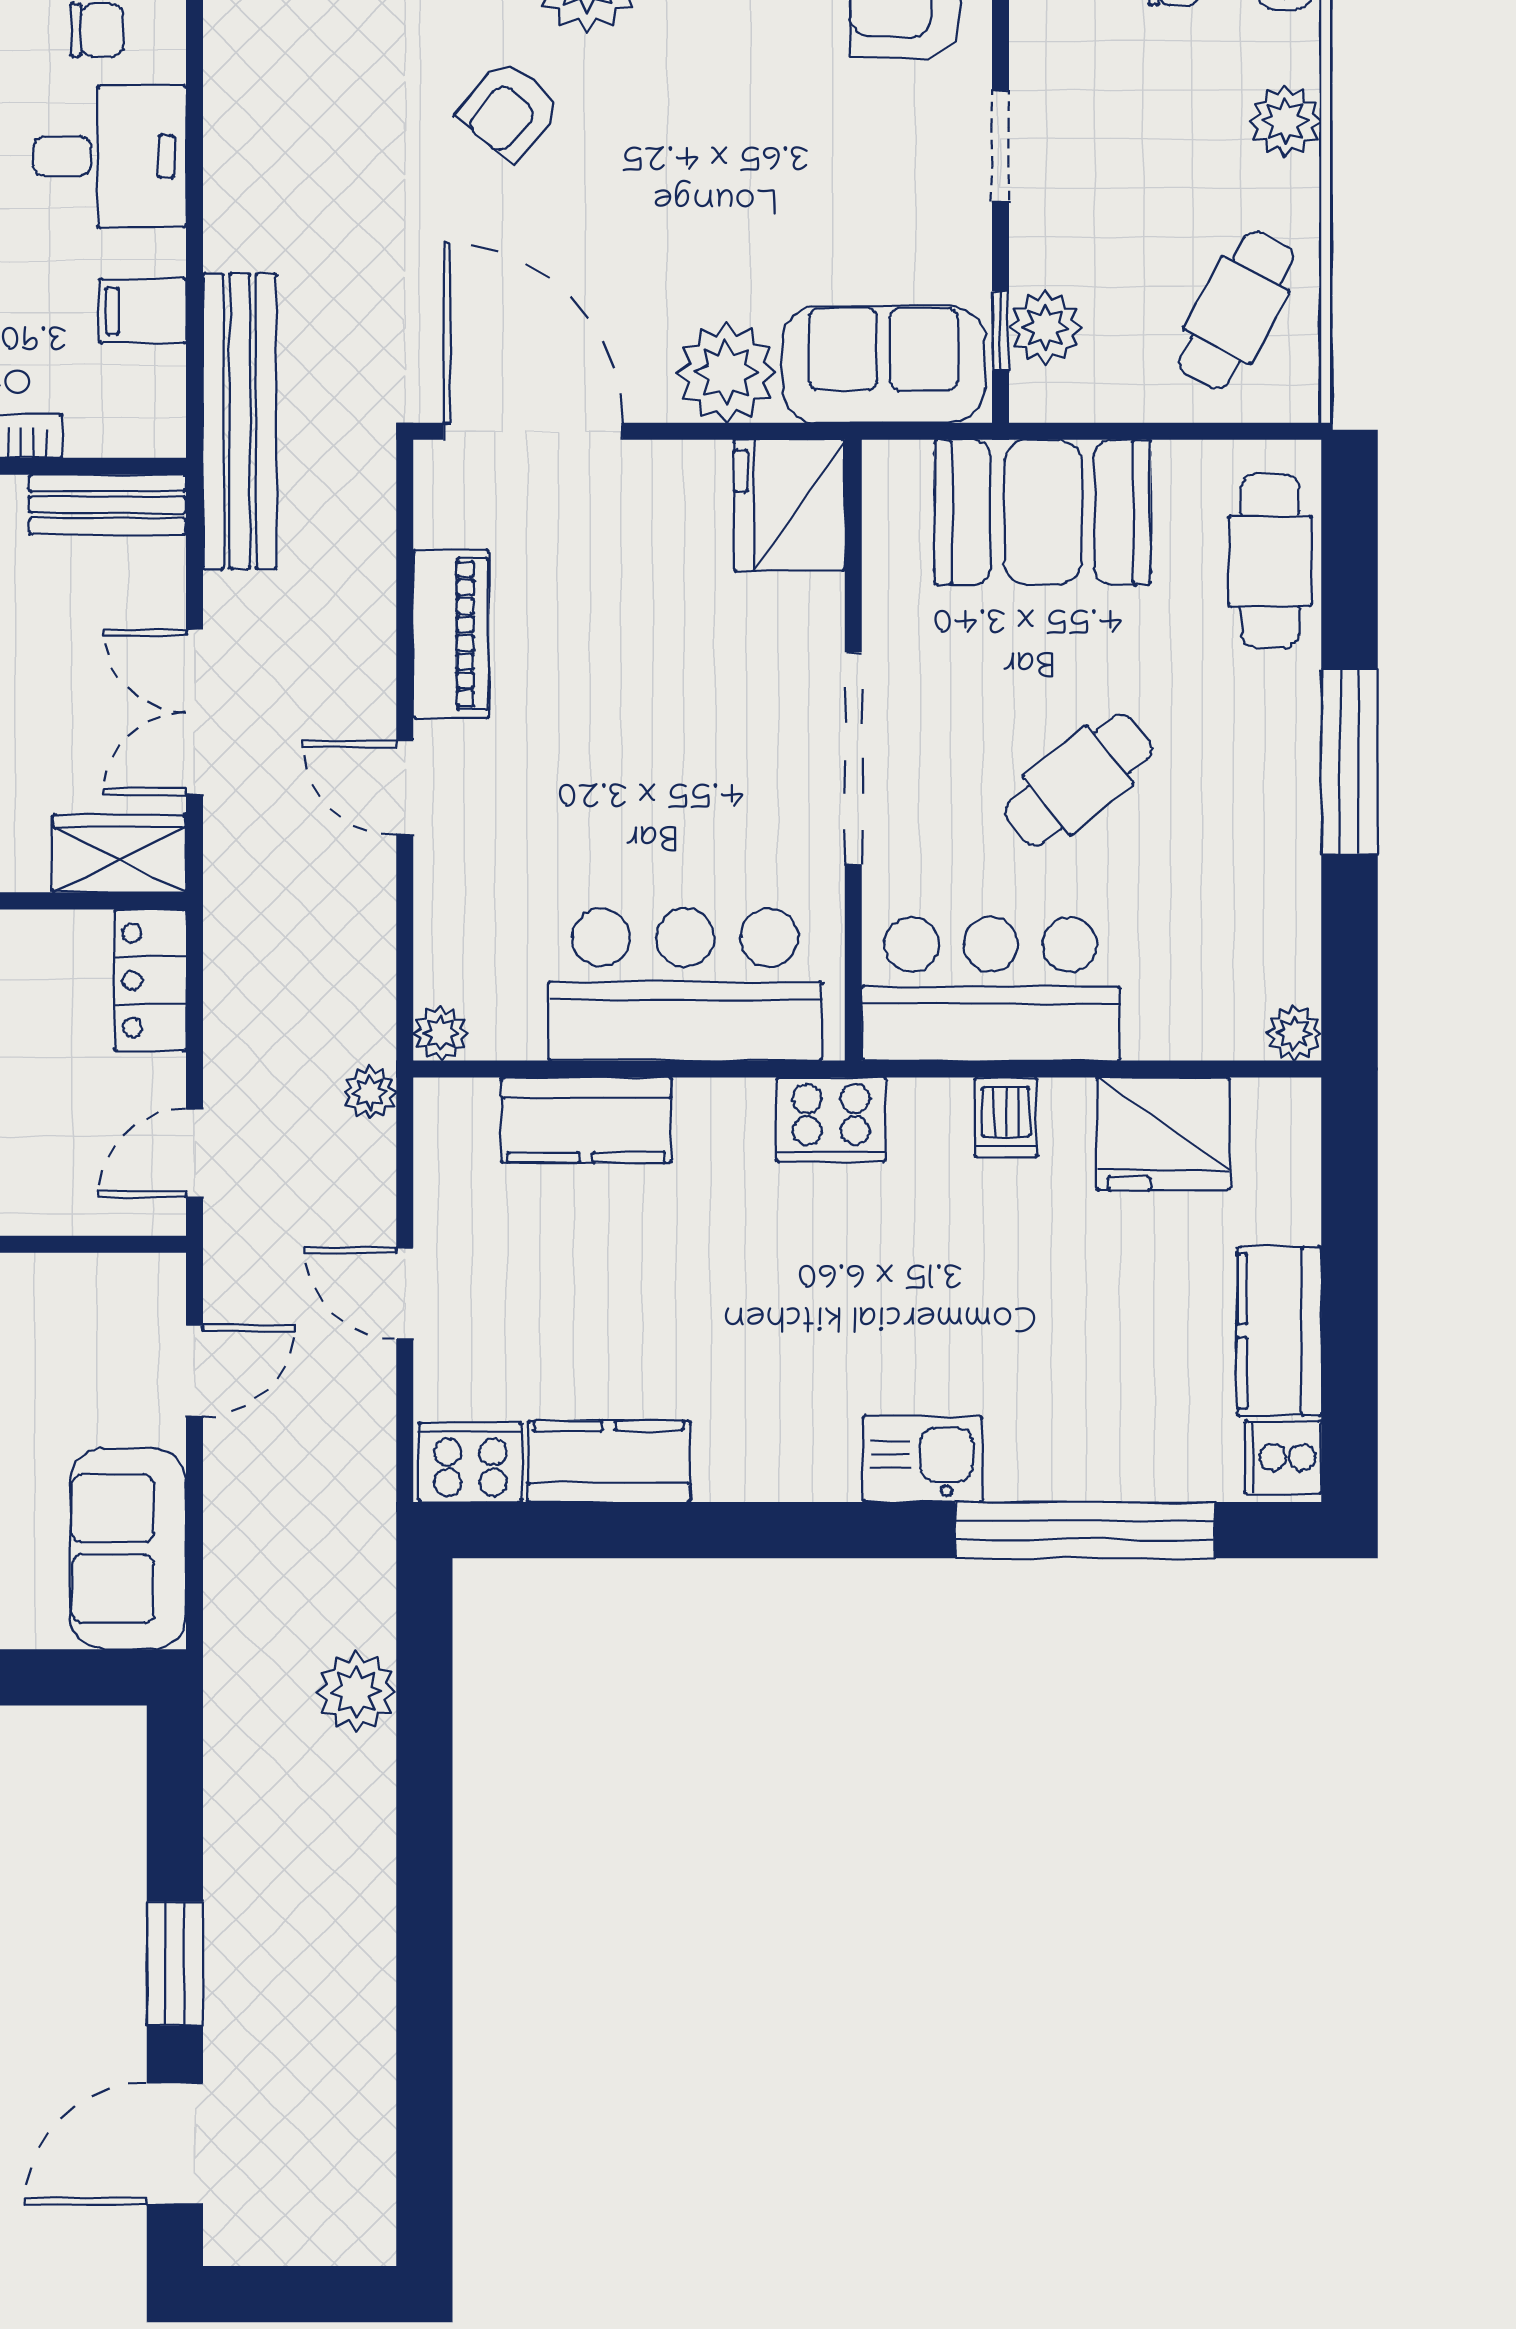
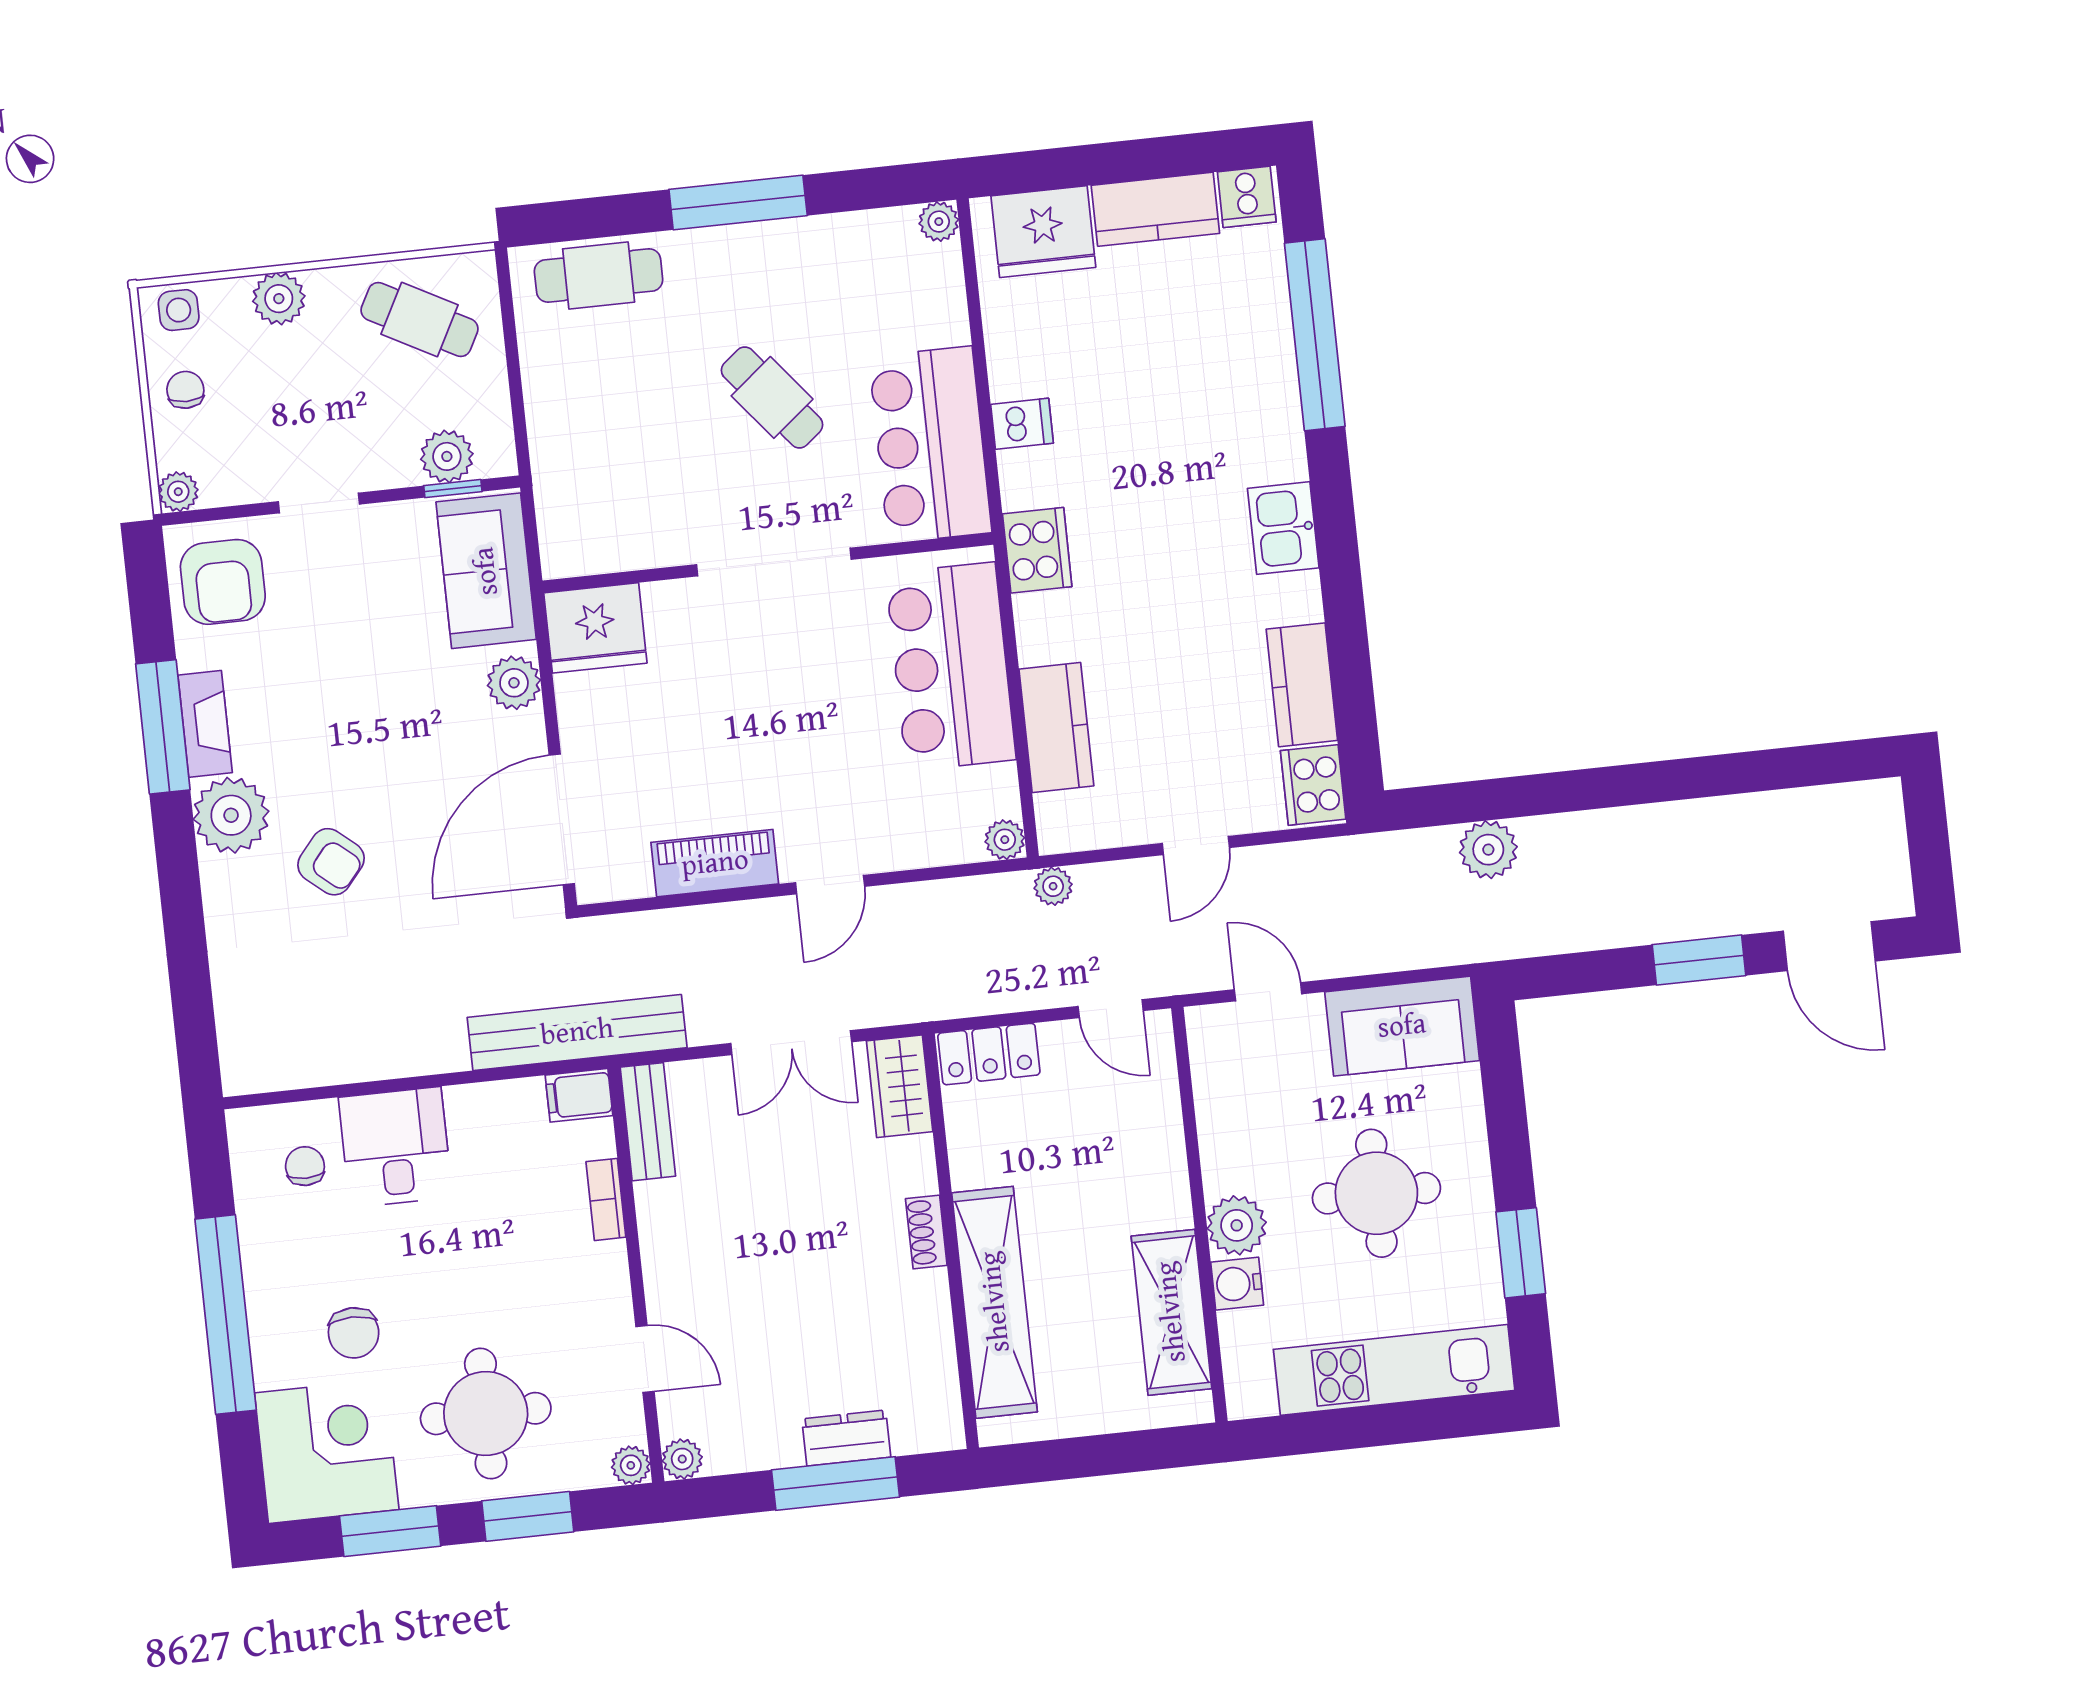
filing cabinet: (143, 311) -> (579, 1095), moved, turned 90
plant: (726, 373) -> (514, 683), width x0.73, depth x0.73
booth: (1043, 512) -> (581, 444), removed
fridge: (1163, 1134) -> (1043, 232), moved, turned 90
kitchen sink: (923, 1459) -> (1283, 528), moved

